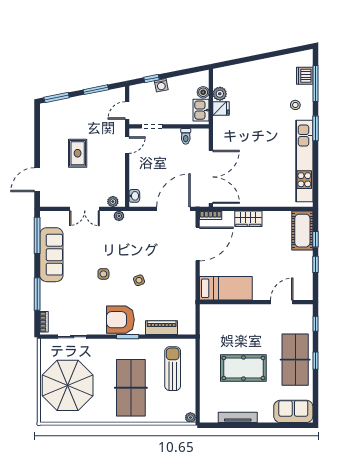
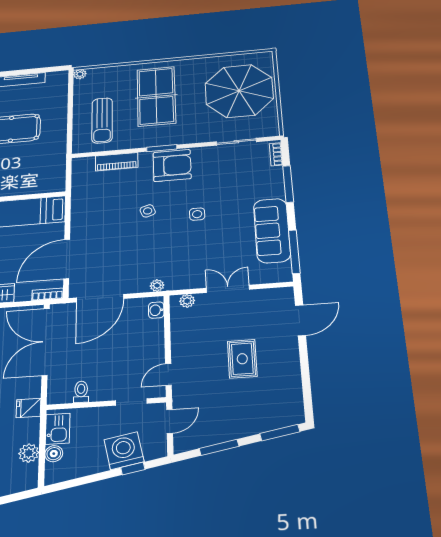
washing machine: (161, 85) -> (124, 451), width x1.89, depth x1.89
fridge: (221, 108) -> (29, 408), moved
plant: (119, 216) -> (157, 286), moved

